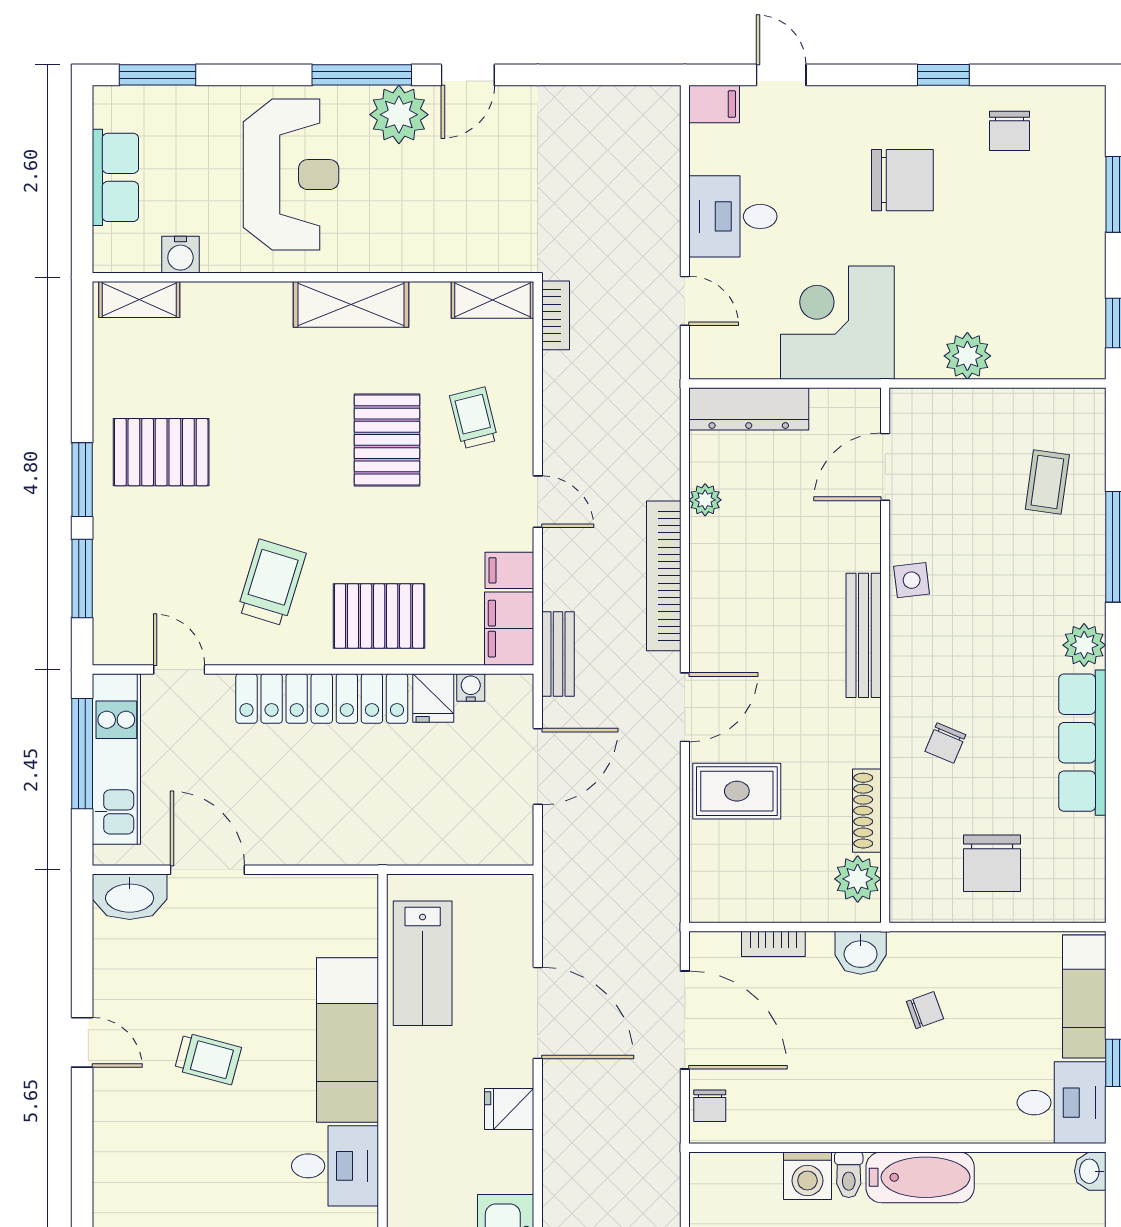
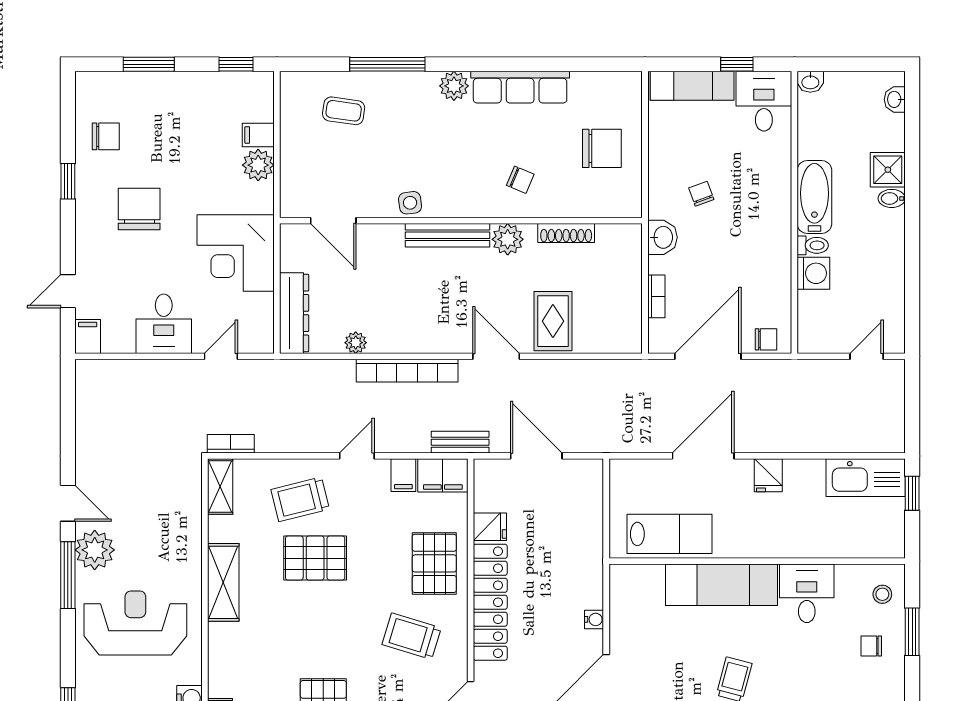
filing cabinet: (1012, 356) -> (258, 135), added
trolley: (474, 418) -> (300, 499), width x1.36, depth x1.39
water cooler: (471, 687) -> (594, 619), moved, turned 180
plant: (858, 879) -> (508, 239), moved

